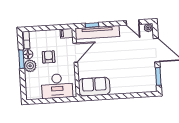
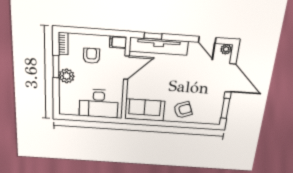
floor lamp: (28, 54) -> (65, 62), removed
armchair: (49, 57) -> (91, 56), moved
armchair: (125, 82) -> (183, 110), added

